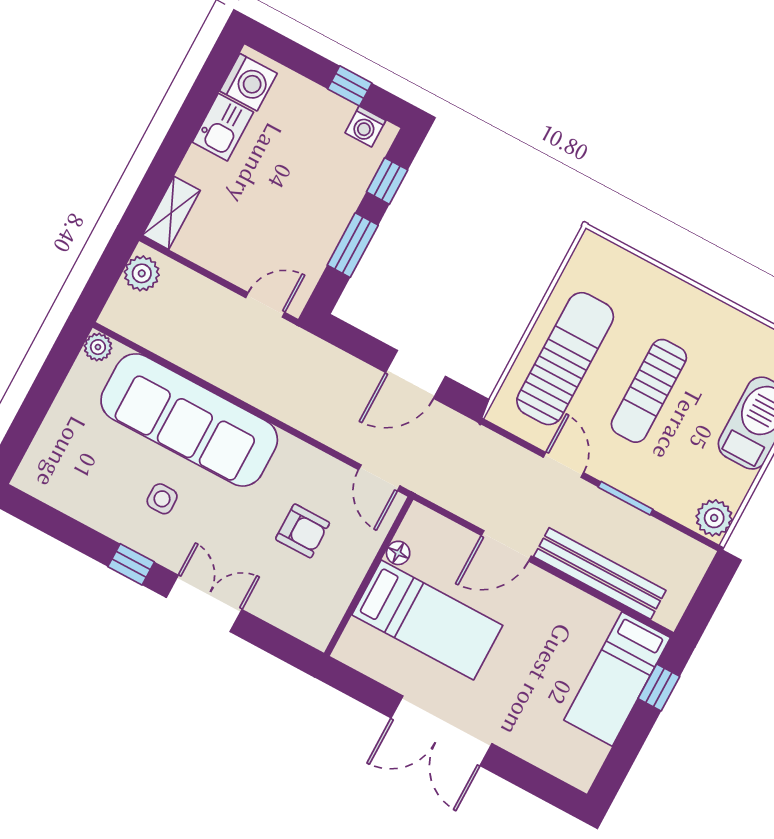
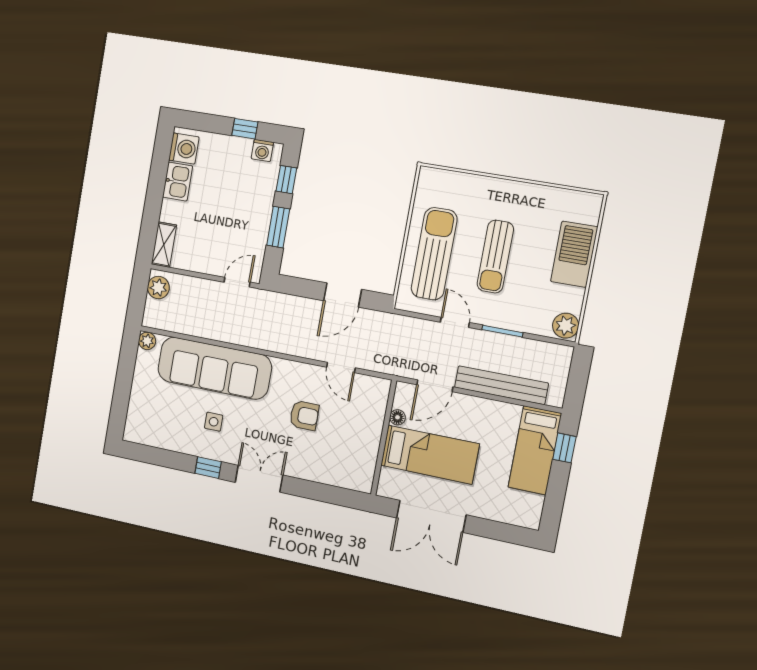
floor lamp: (398, 553) -> (398, 417), moved
wall: (369, 576) -> (384, 438), moved
bed: (427, 620) -> (430, 455), moved

